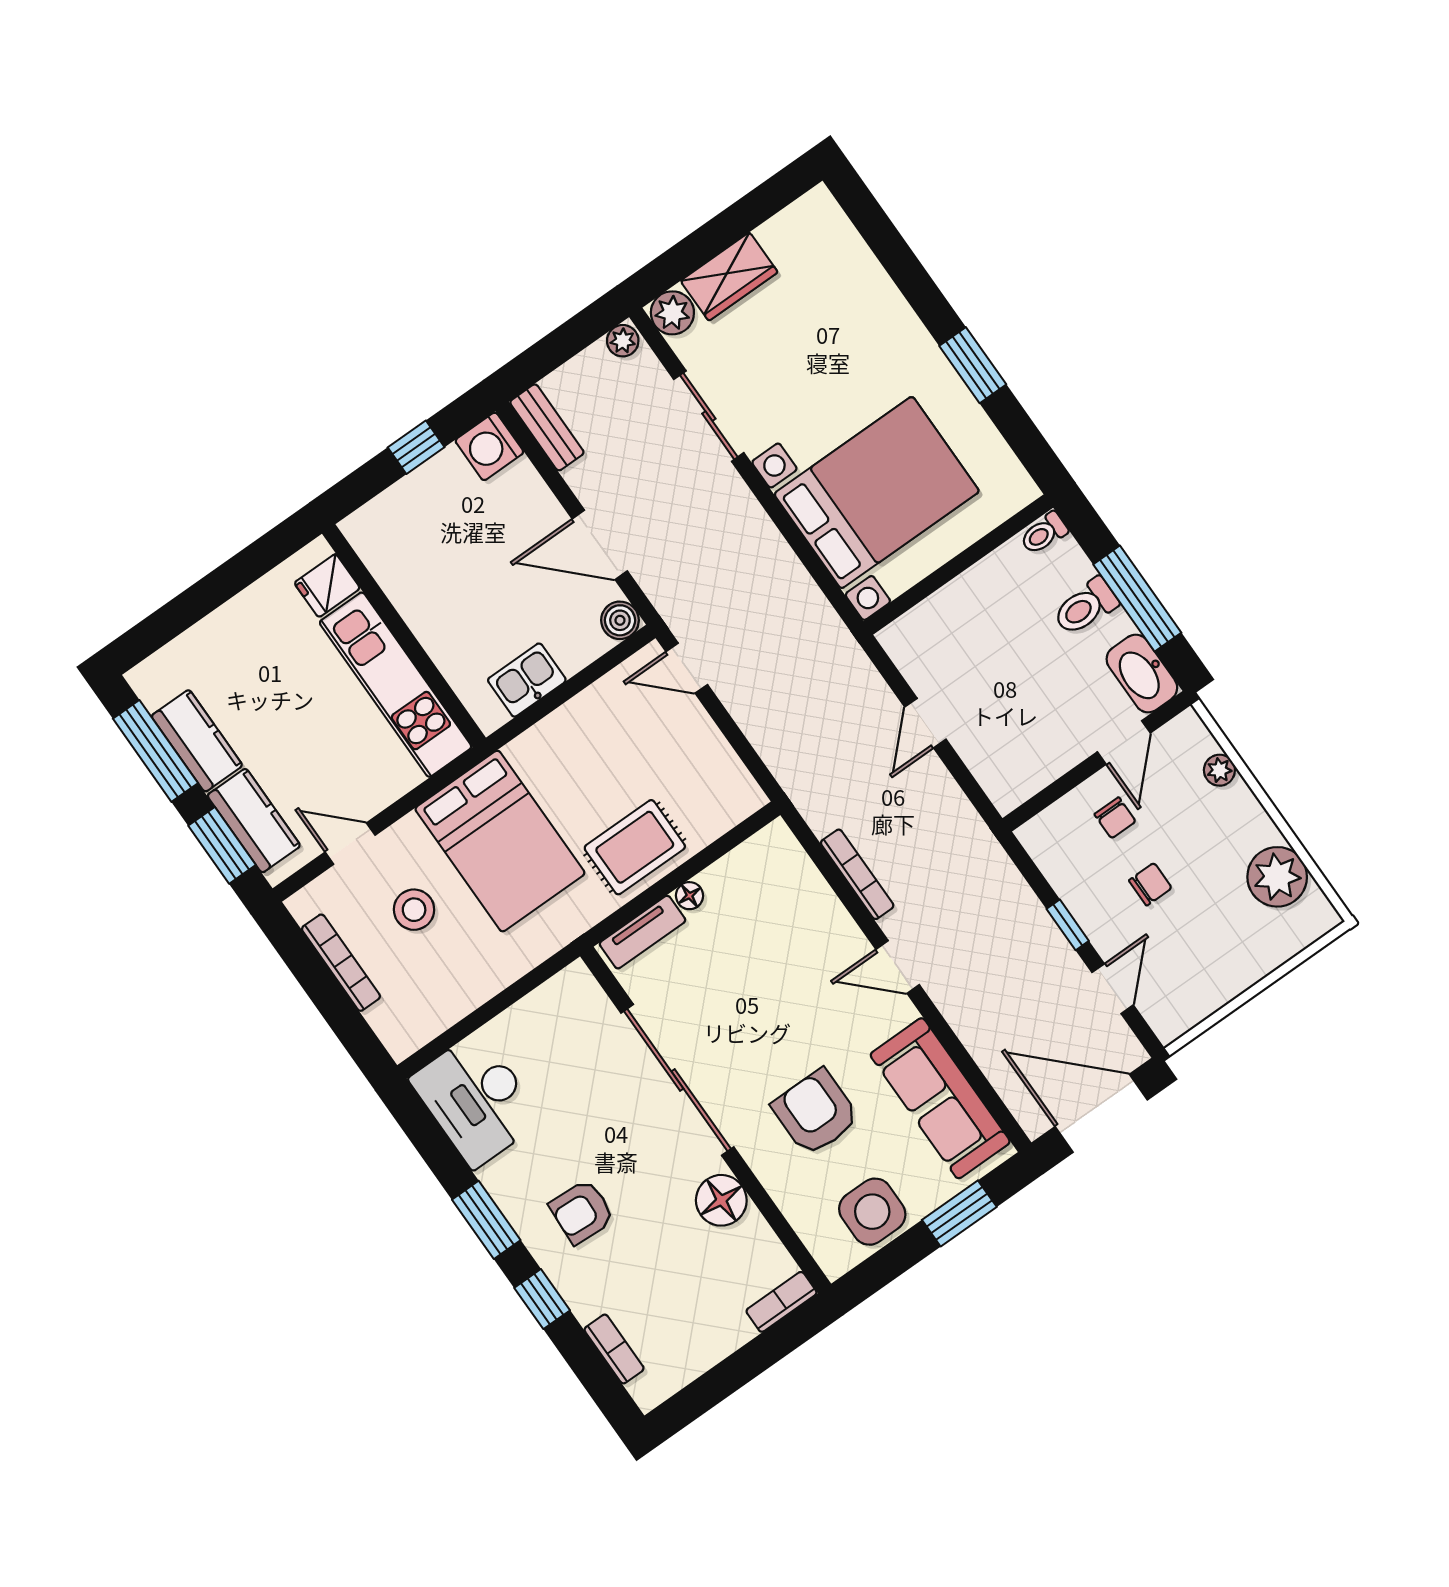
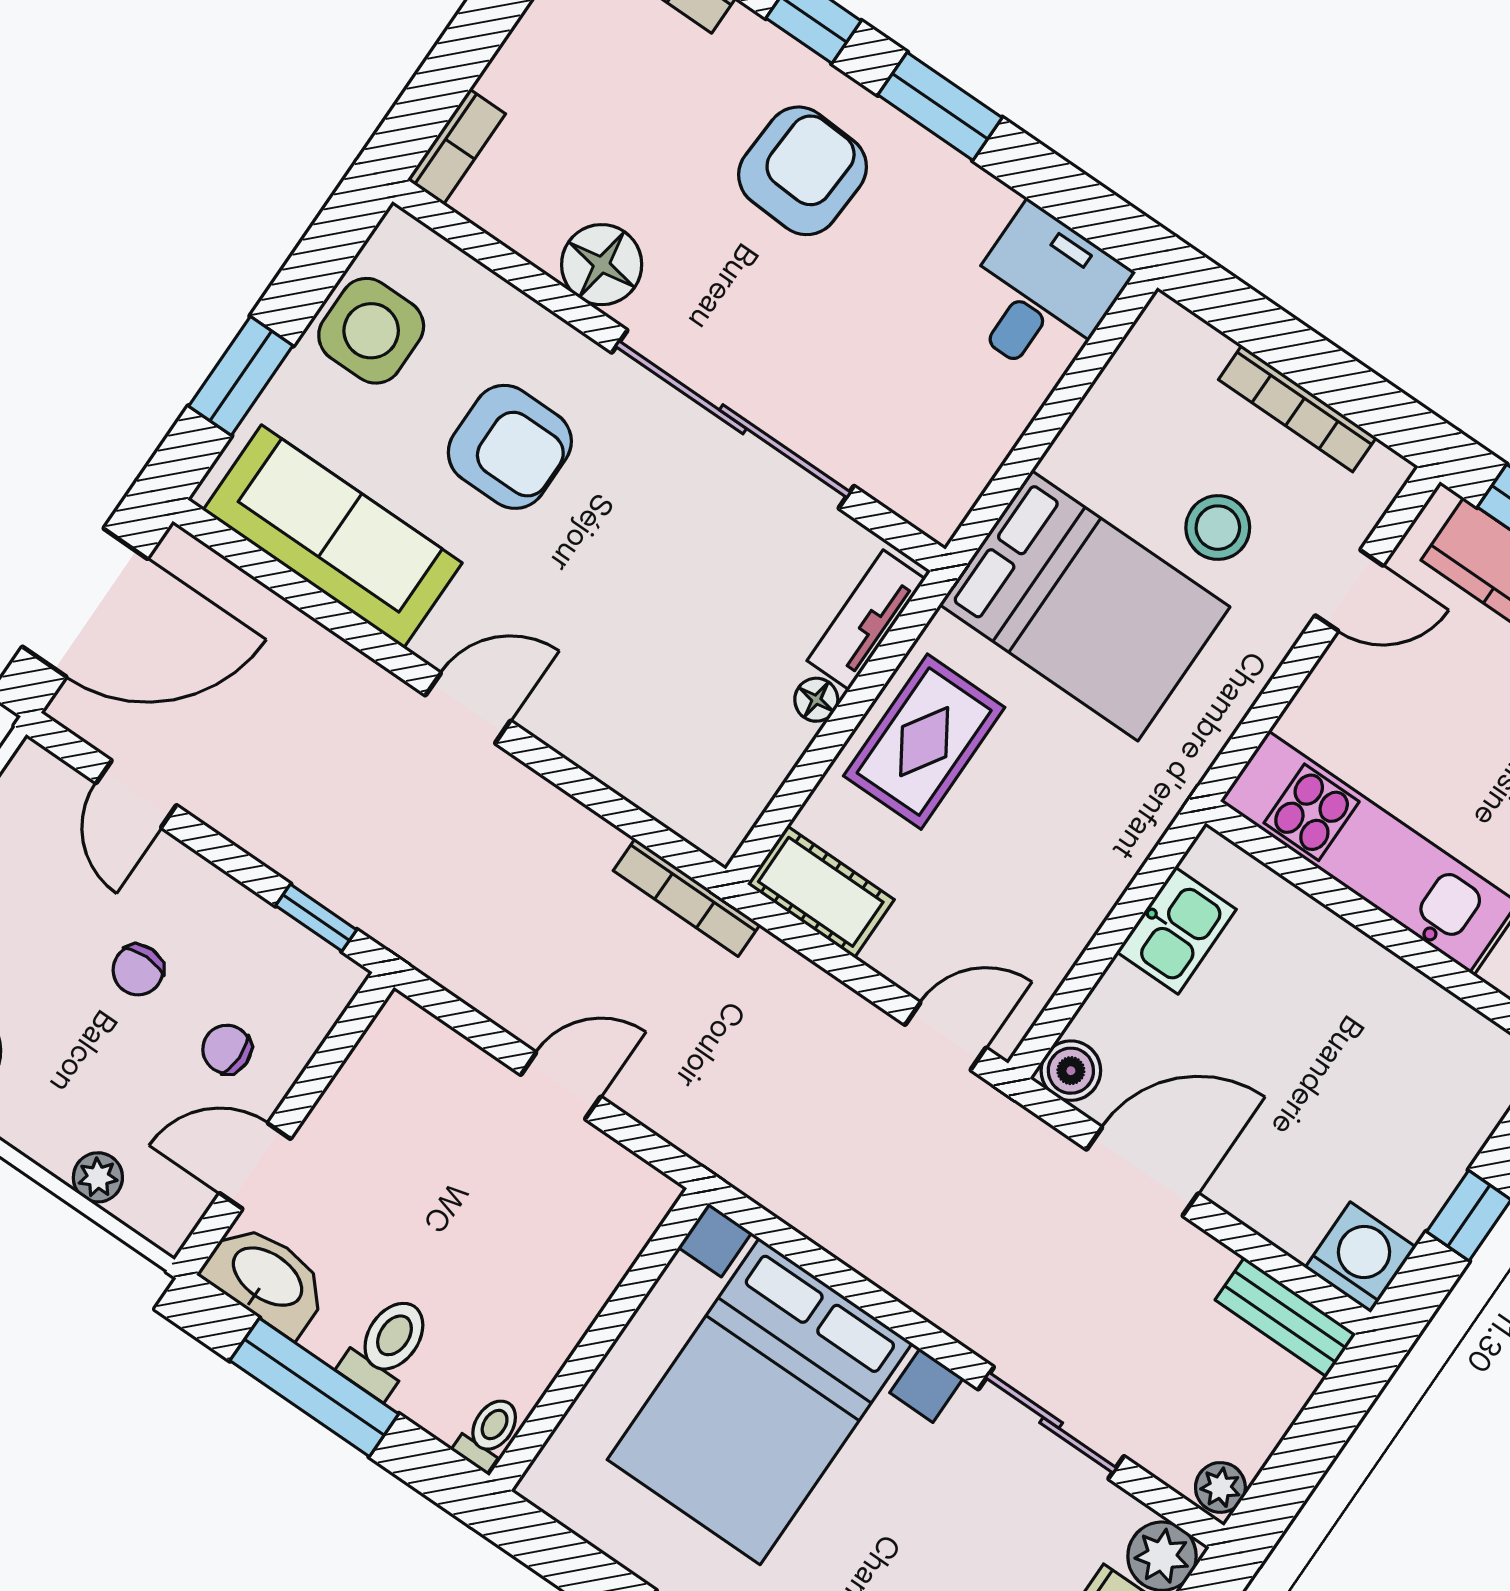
door: (925, 723) -> (561, 1086), hinge flipped
door: (1124, 742) -> (255, 1166), hinge flipped
cot: (729, 781) -> (821, 892), added
bed: (500, 841) -> (1085, 606), moved, turned 180
bookcase: (857, 874) -> (687, 898), moved
window: (1068, 925) -> (316, 918), moved
desk: (476, 1099) -> (1041, 294), width x0.73
armchair: (582, 1212) -> (803, 171), width x1.38, depth x1.38

